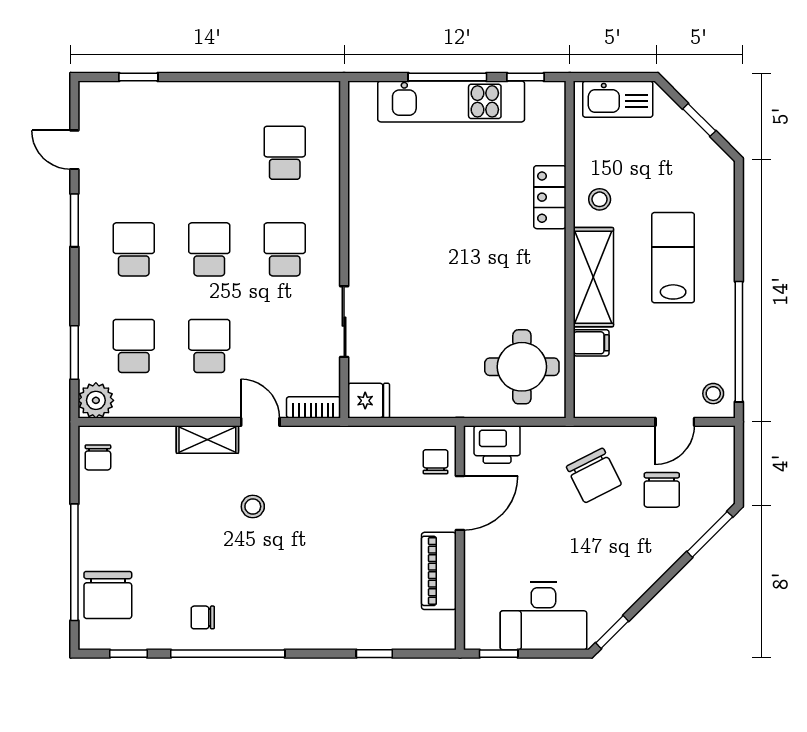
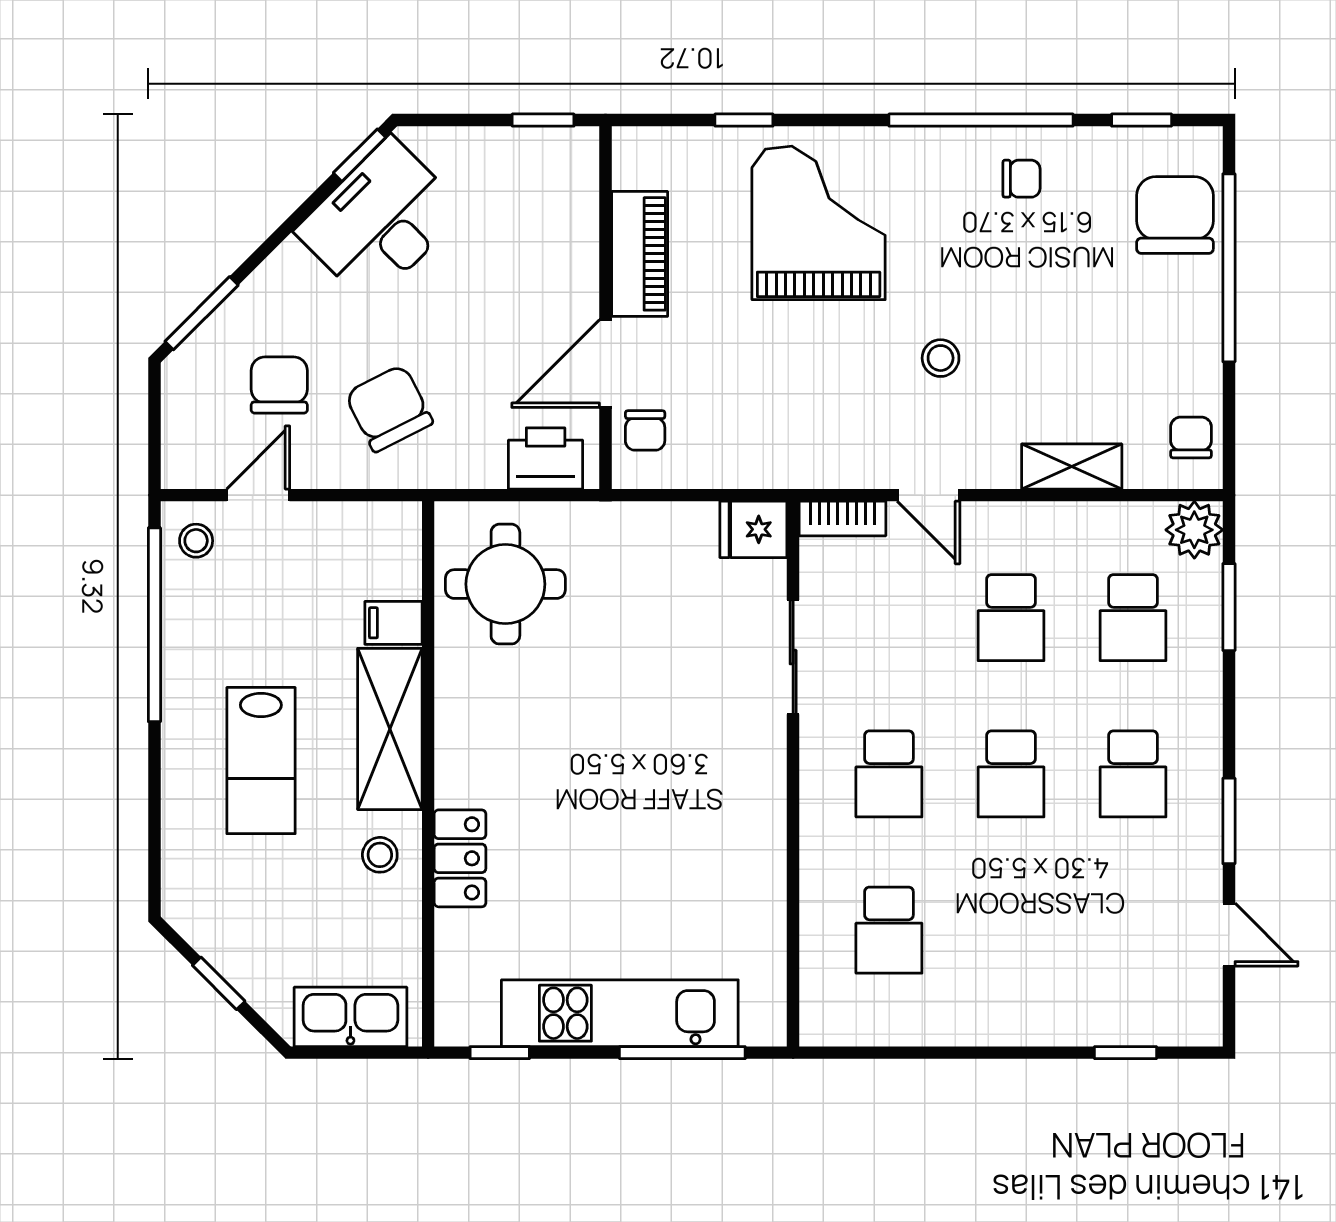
window: (447, 77) -> (682, 1053), moved
shelving: (207, 439) -> (1072, 466), moved
grand piano: (328, 590) -> (819, 223), added
desk: (543, 616) -> (380, 221), moved, turned -45

